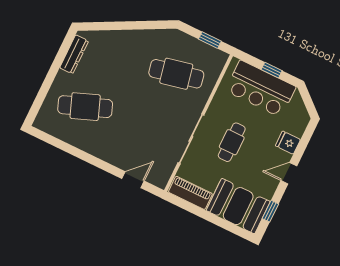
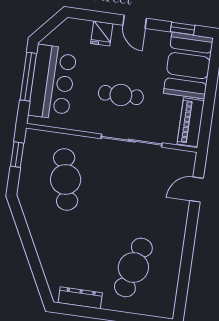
window: (272, 70) -> (28, 77), width x2.17
cafe table: (85, 107) -> (133, 267), turned 36
door: (133, 180) -> (197, 190), hinge flipped

